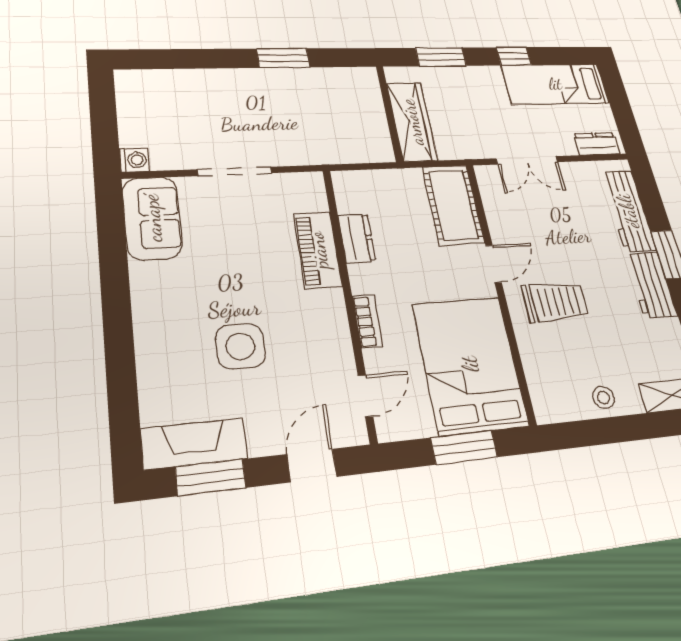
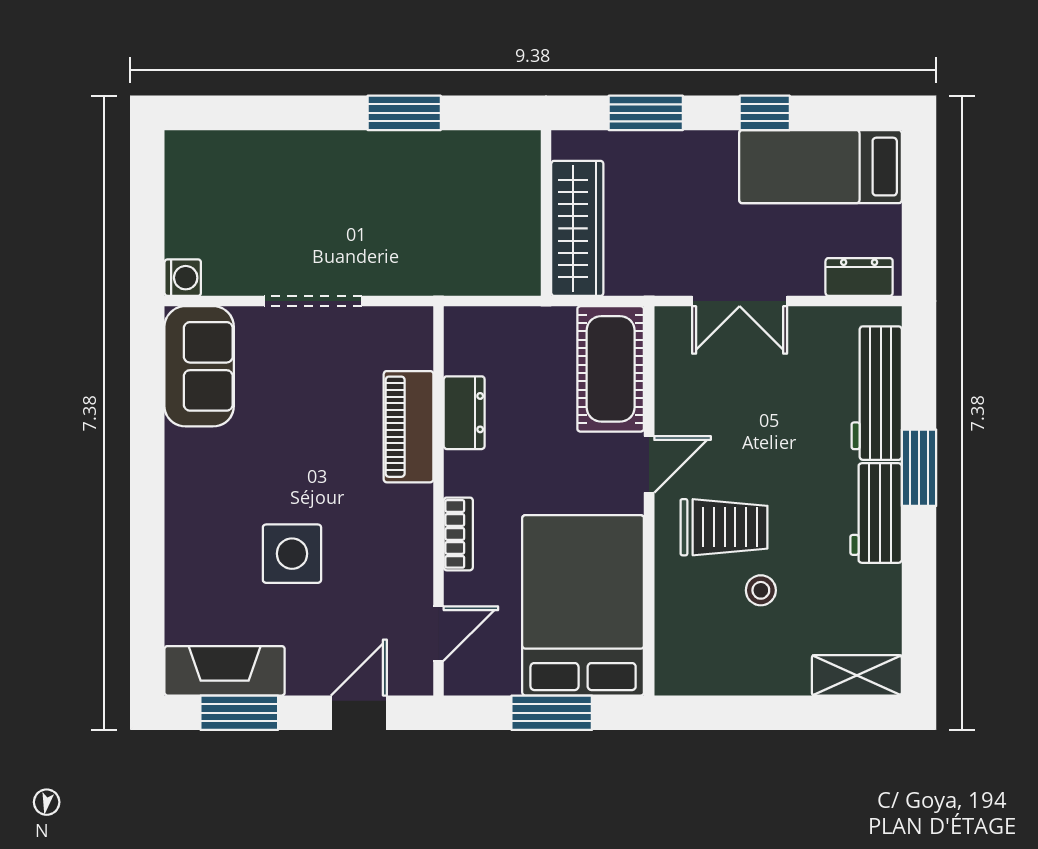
stool: (603, 397) -> (761, 590), moved

